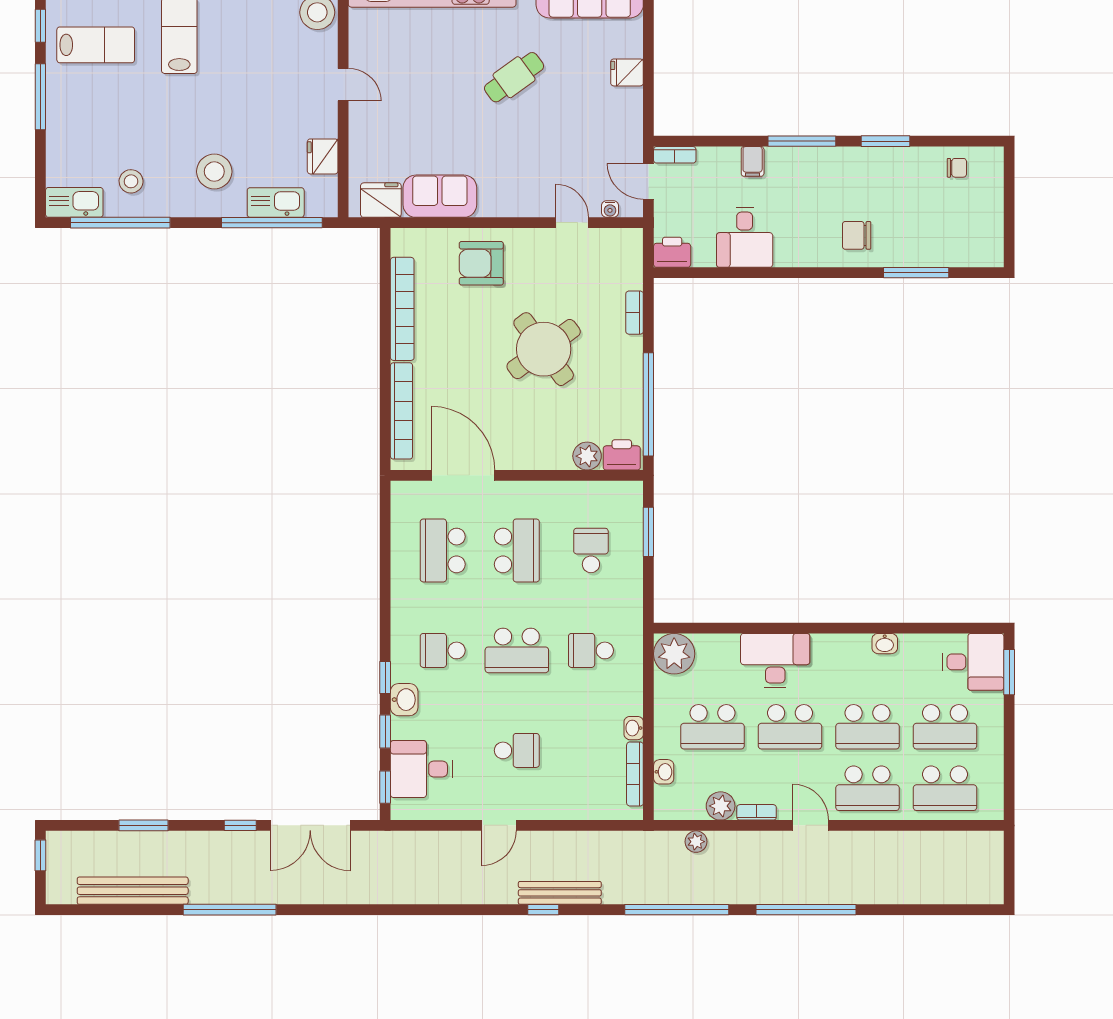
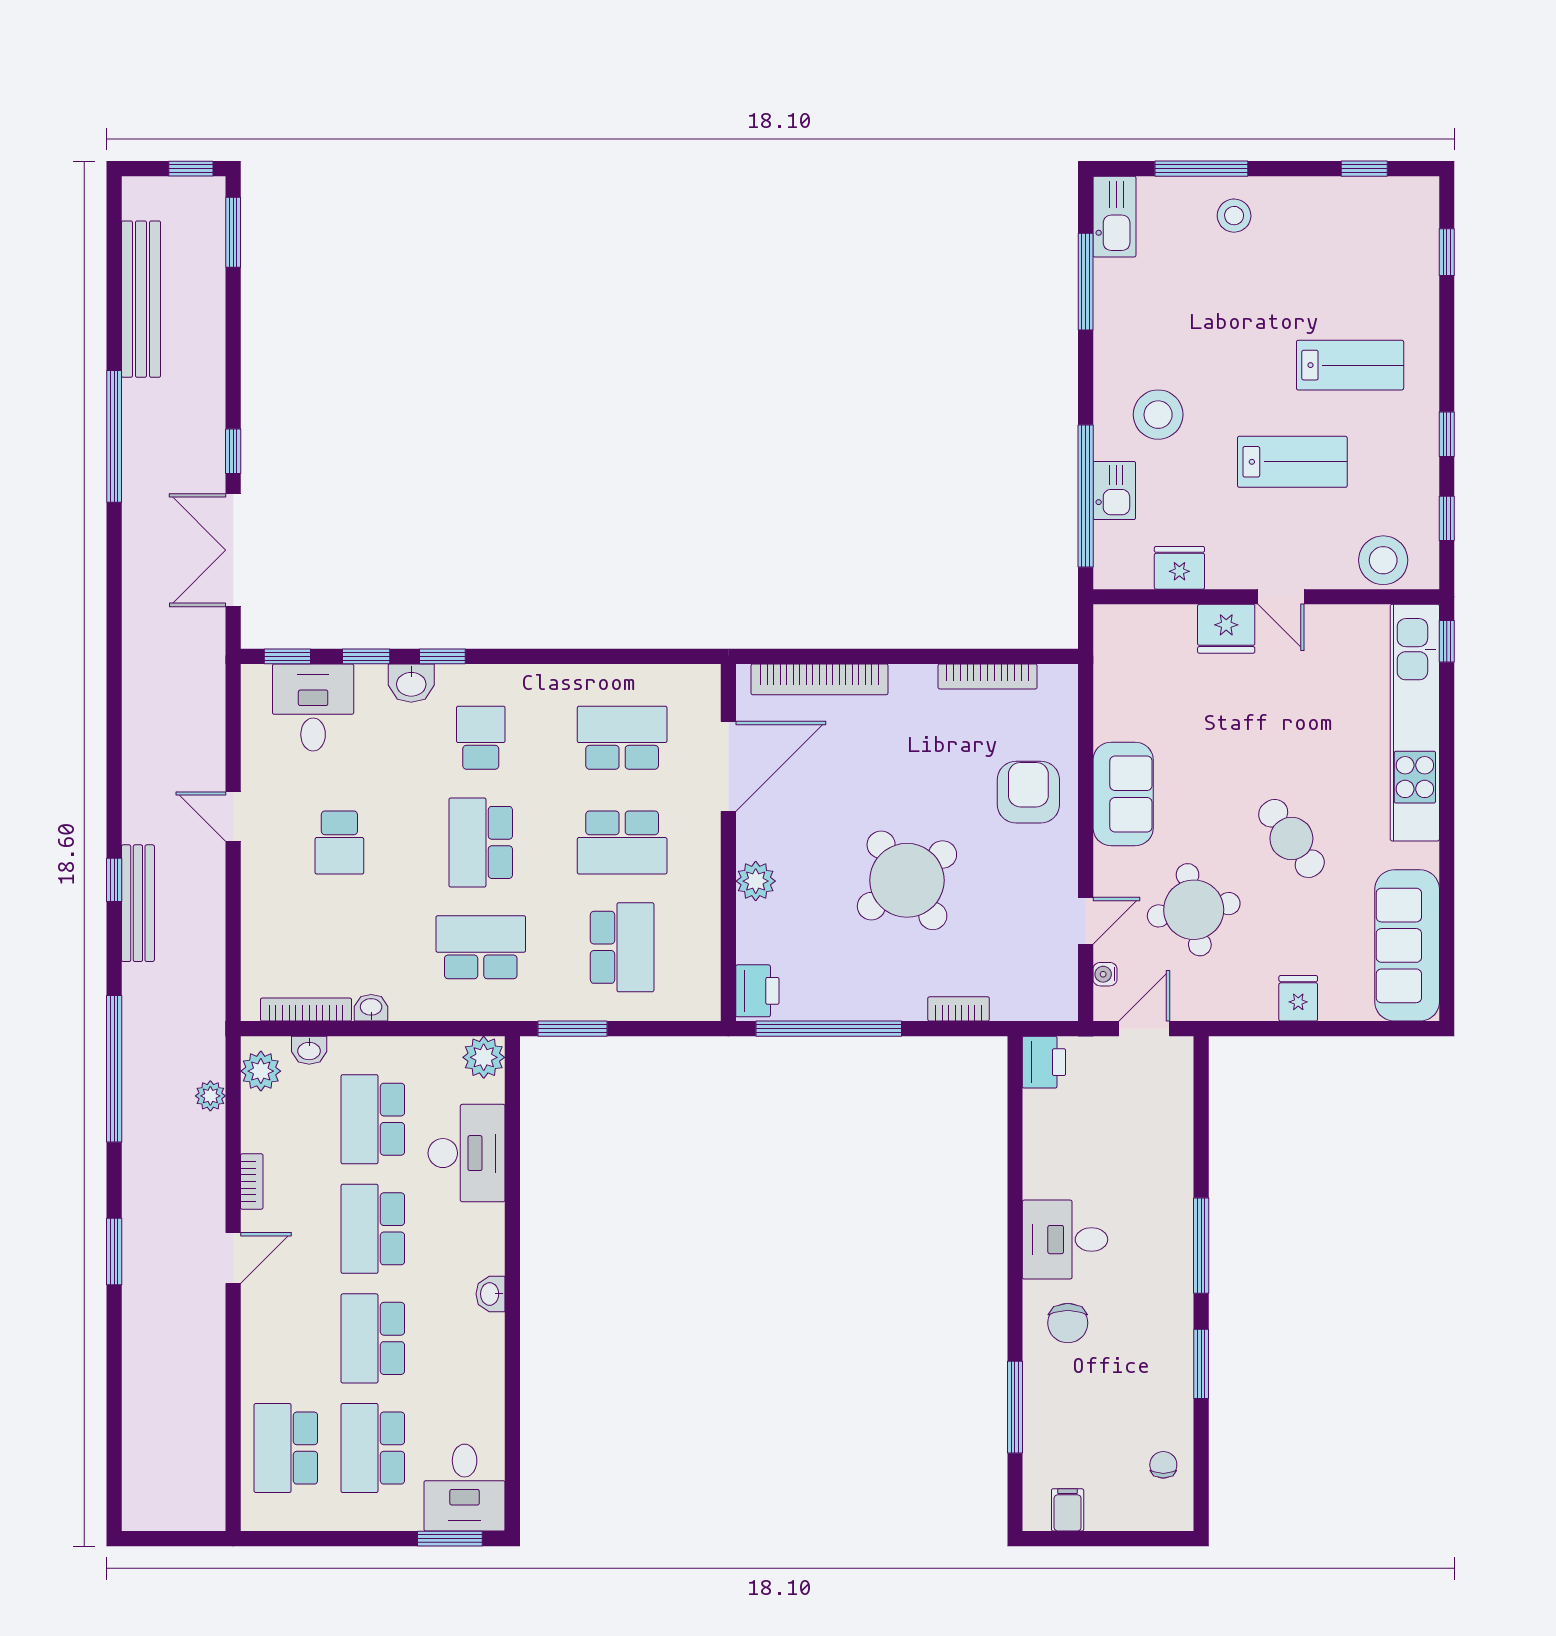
lab bench: (96, 45) -> (1292, 462), moved, turned -90
door: (343, 85) -> (1281, 597), hinge flipped
window: (40, 97) -> (1201, 169), moved
round table: (564, 146) -> (1194, 910), added
bookcase: (675, 155) -> (1182, 1066), removed
filing cabinet: (753, 161) -> (1068, 1510), moved, turned 90
chair: (957, 168) -> (1163, 1465), turned 180
stool: (131, 181) -> (1234, 216), moved
sofa: (440, 196) -> (1123, 794), moved
fridge: (381, 200) -> (1226, 629), moved, turned 90
kitchen sink: (276, 202) -> (1114, 490), width x0.73
window: (120, 223) -> (1086, 282), width x0.68
chair: (857, 235) -> (1068, 1323), turned 180
desk: (745, 237) -> (1065, 1240), moved
bookcase: (402, 309) -> (988, 676), width x0.68, depth x0.76
plant: (587, 456) -> (756, 881), moved
window: (648, 532) -> (572, 1029), moved
school desk: (591, 550) -> (622, 947), width x1.85
washbasin: (885, 644) -> (490, 1294), moved
school desk: (591, 650) -> (481, 947), width x1.85
plant: (674, 654) -> (484, 1057), width x0.73, depth x0.73
desk: (775, 660) -> (467, 1153), moved
school desk: (867, 788) -> (286, 1338), removed
plant: (721, 806) -> (261, 1071), moved
window: (143, 825) -> (233, 232), moved
window: (806, 910) -> (114, 1251), width x0.47

